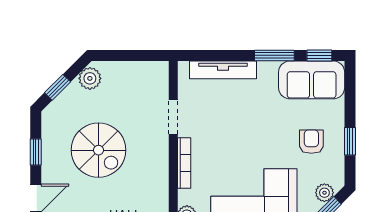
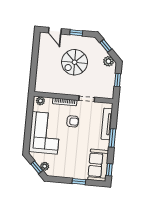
window: (128, 55) -> (118, 80), added
window: (274, 55) -> (112, 138), moved
window: (350, 141) -> (79, 181), moved
armchair: (311, 142) -> (73, 121), moved

